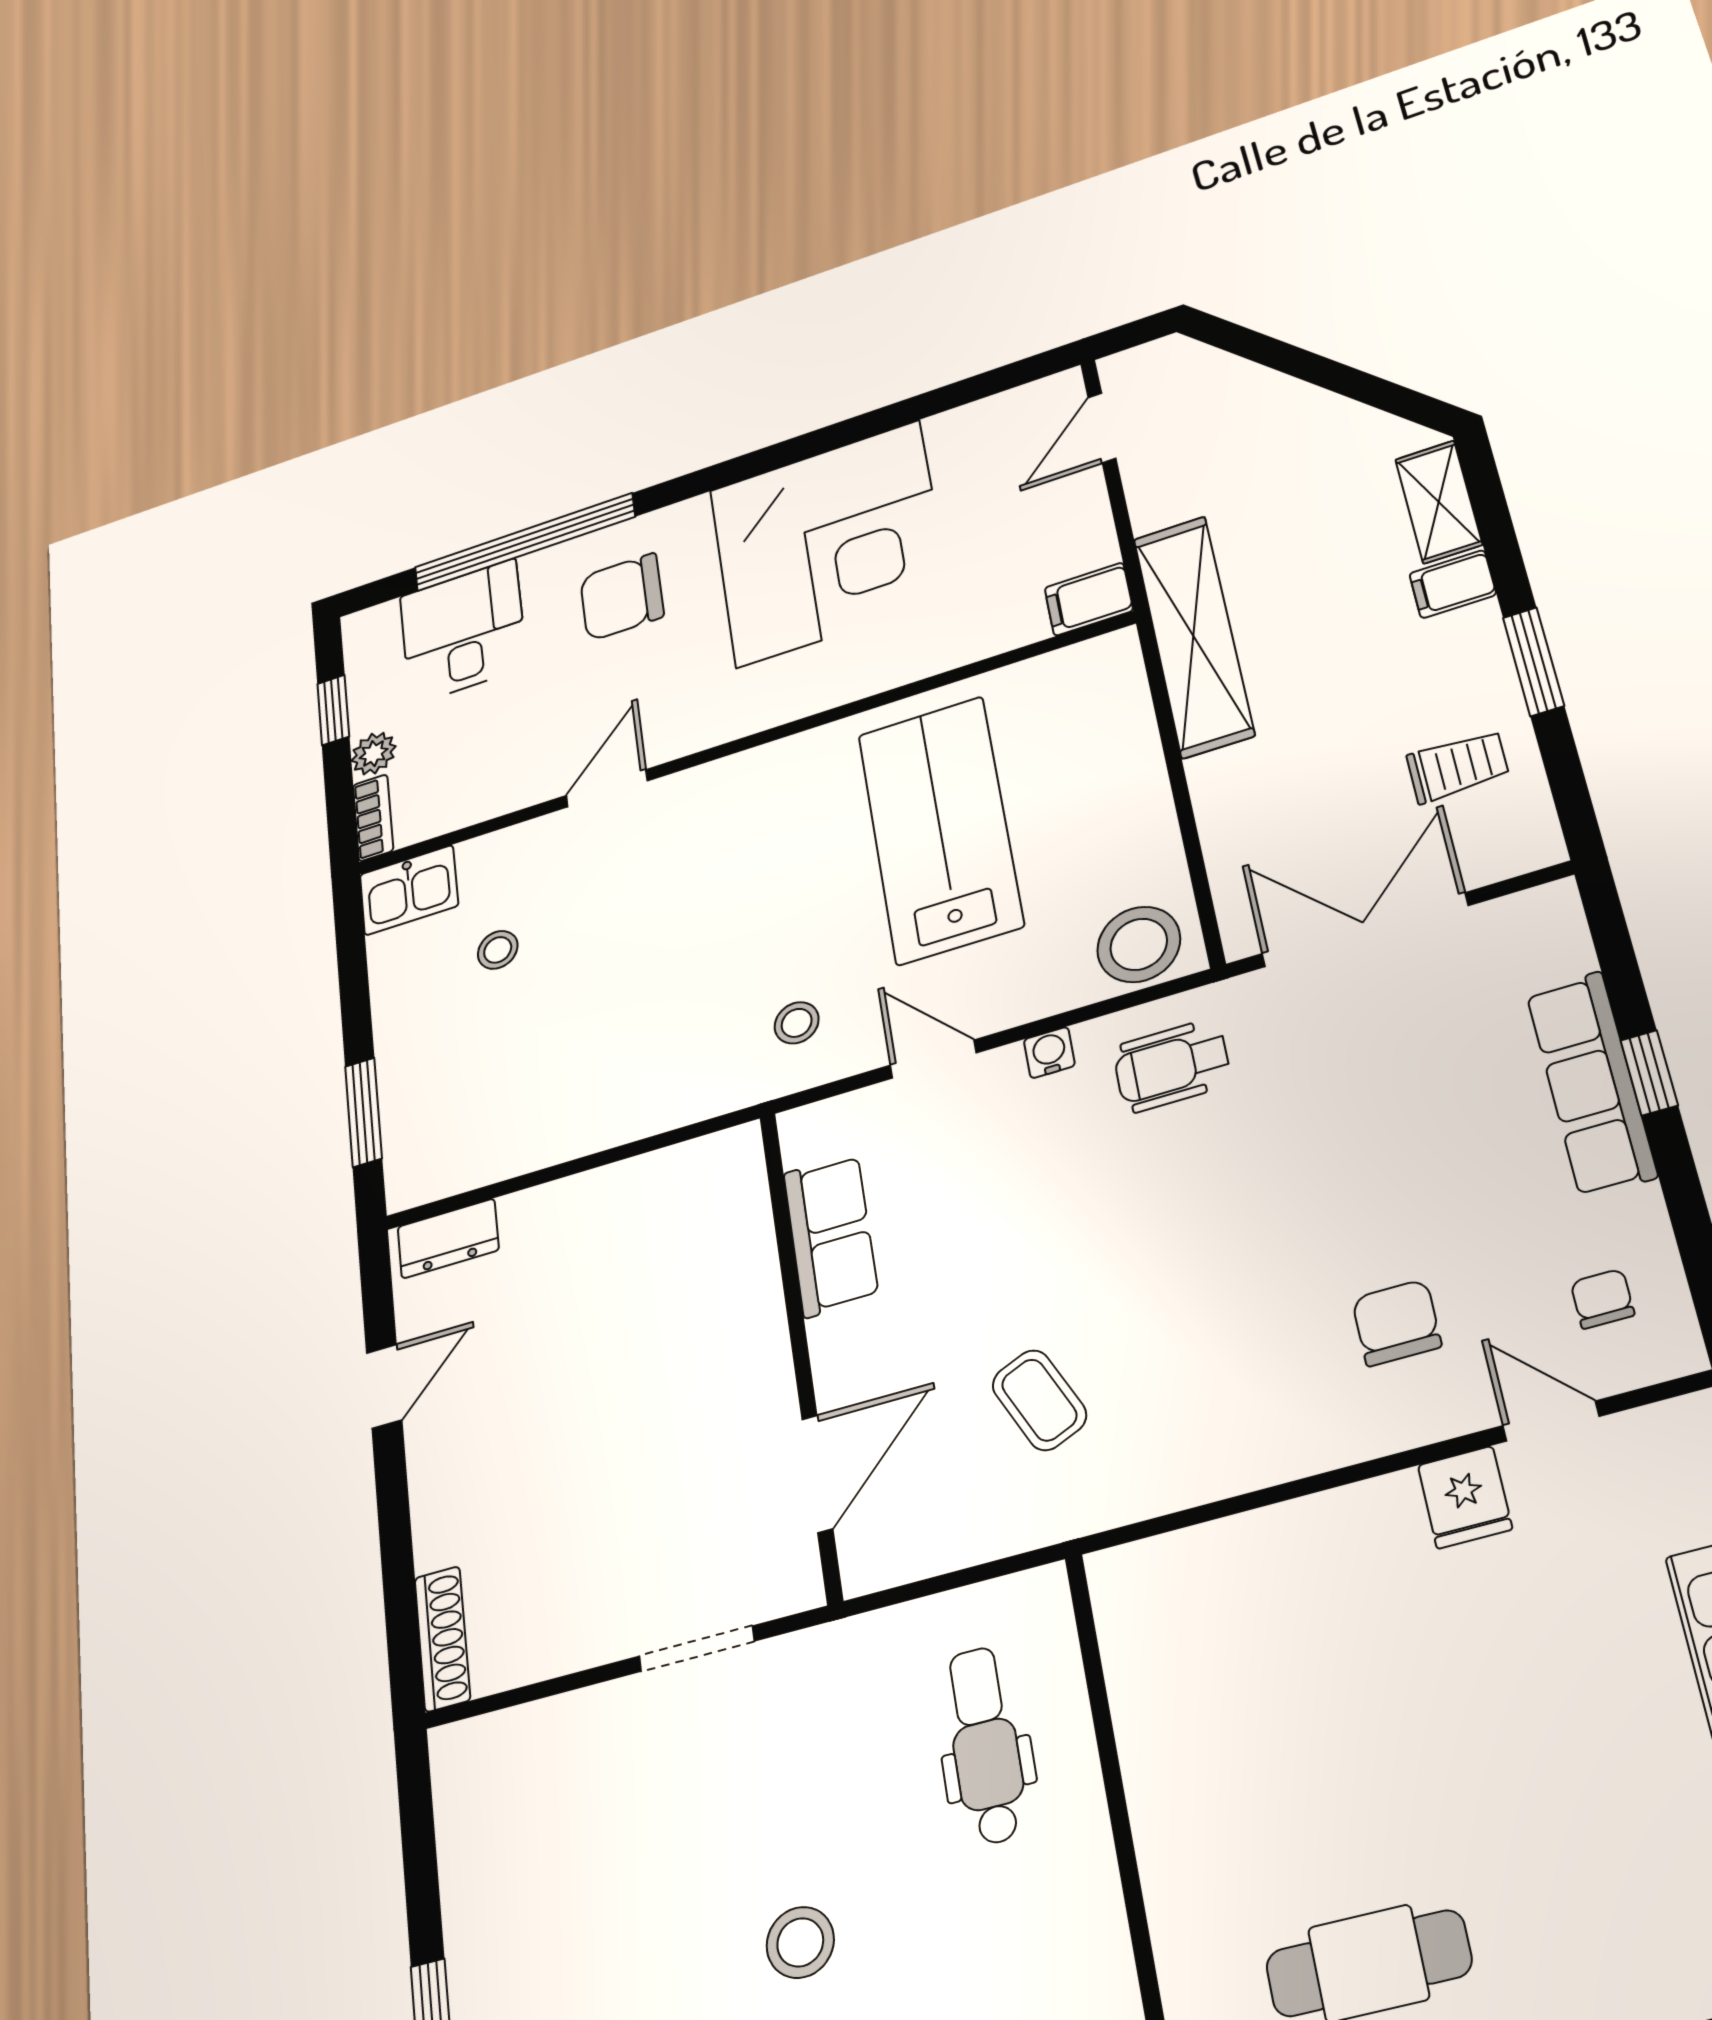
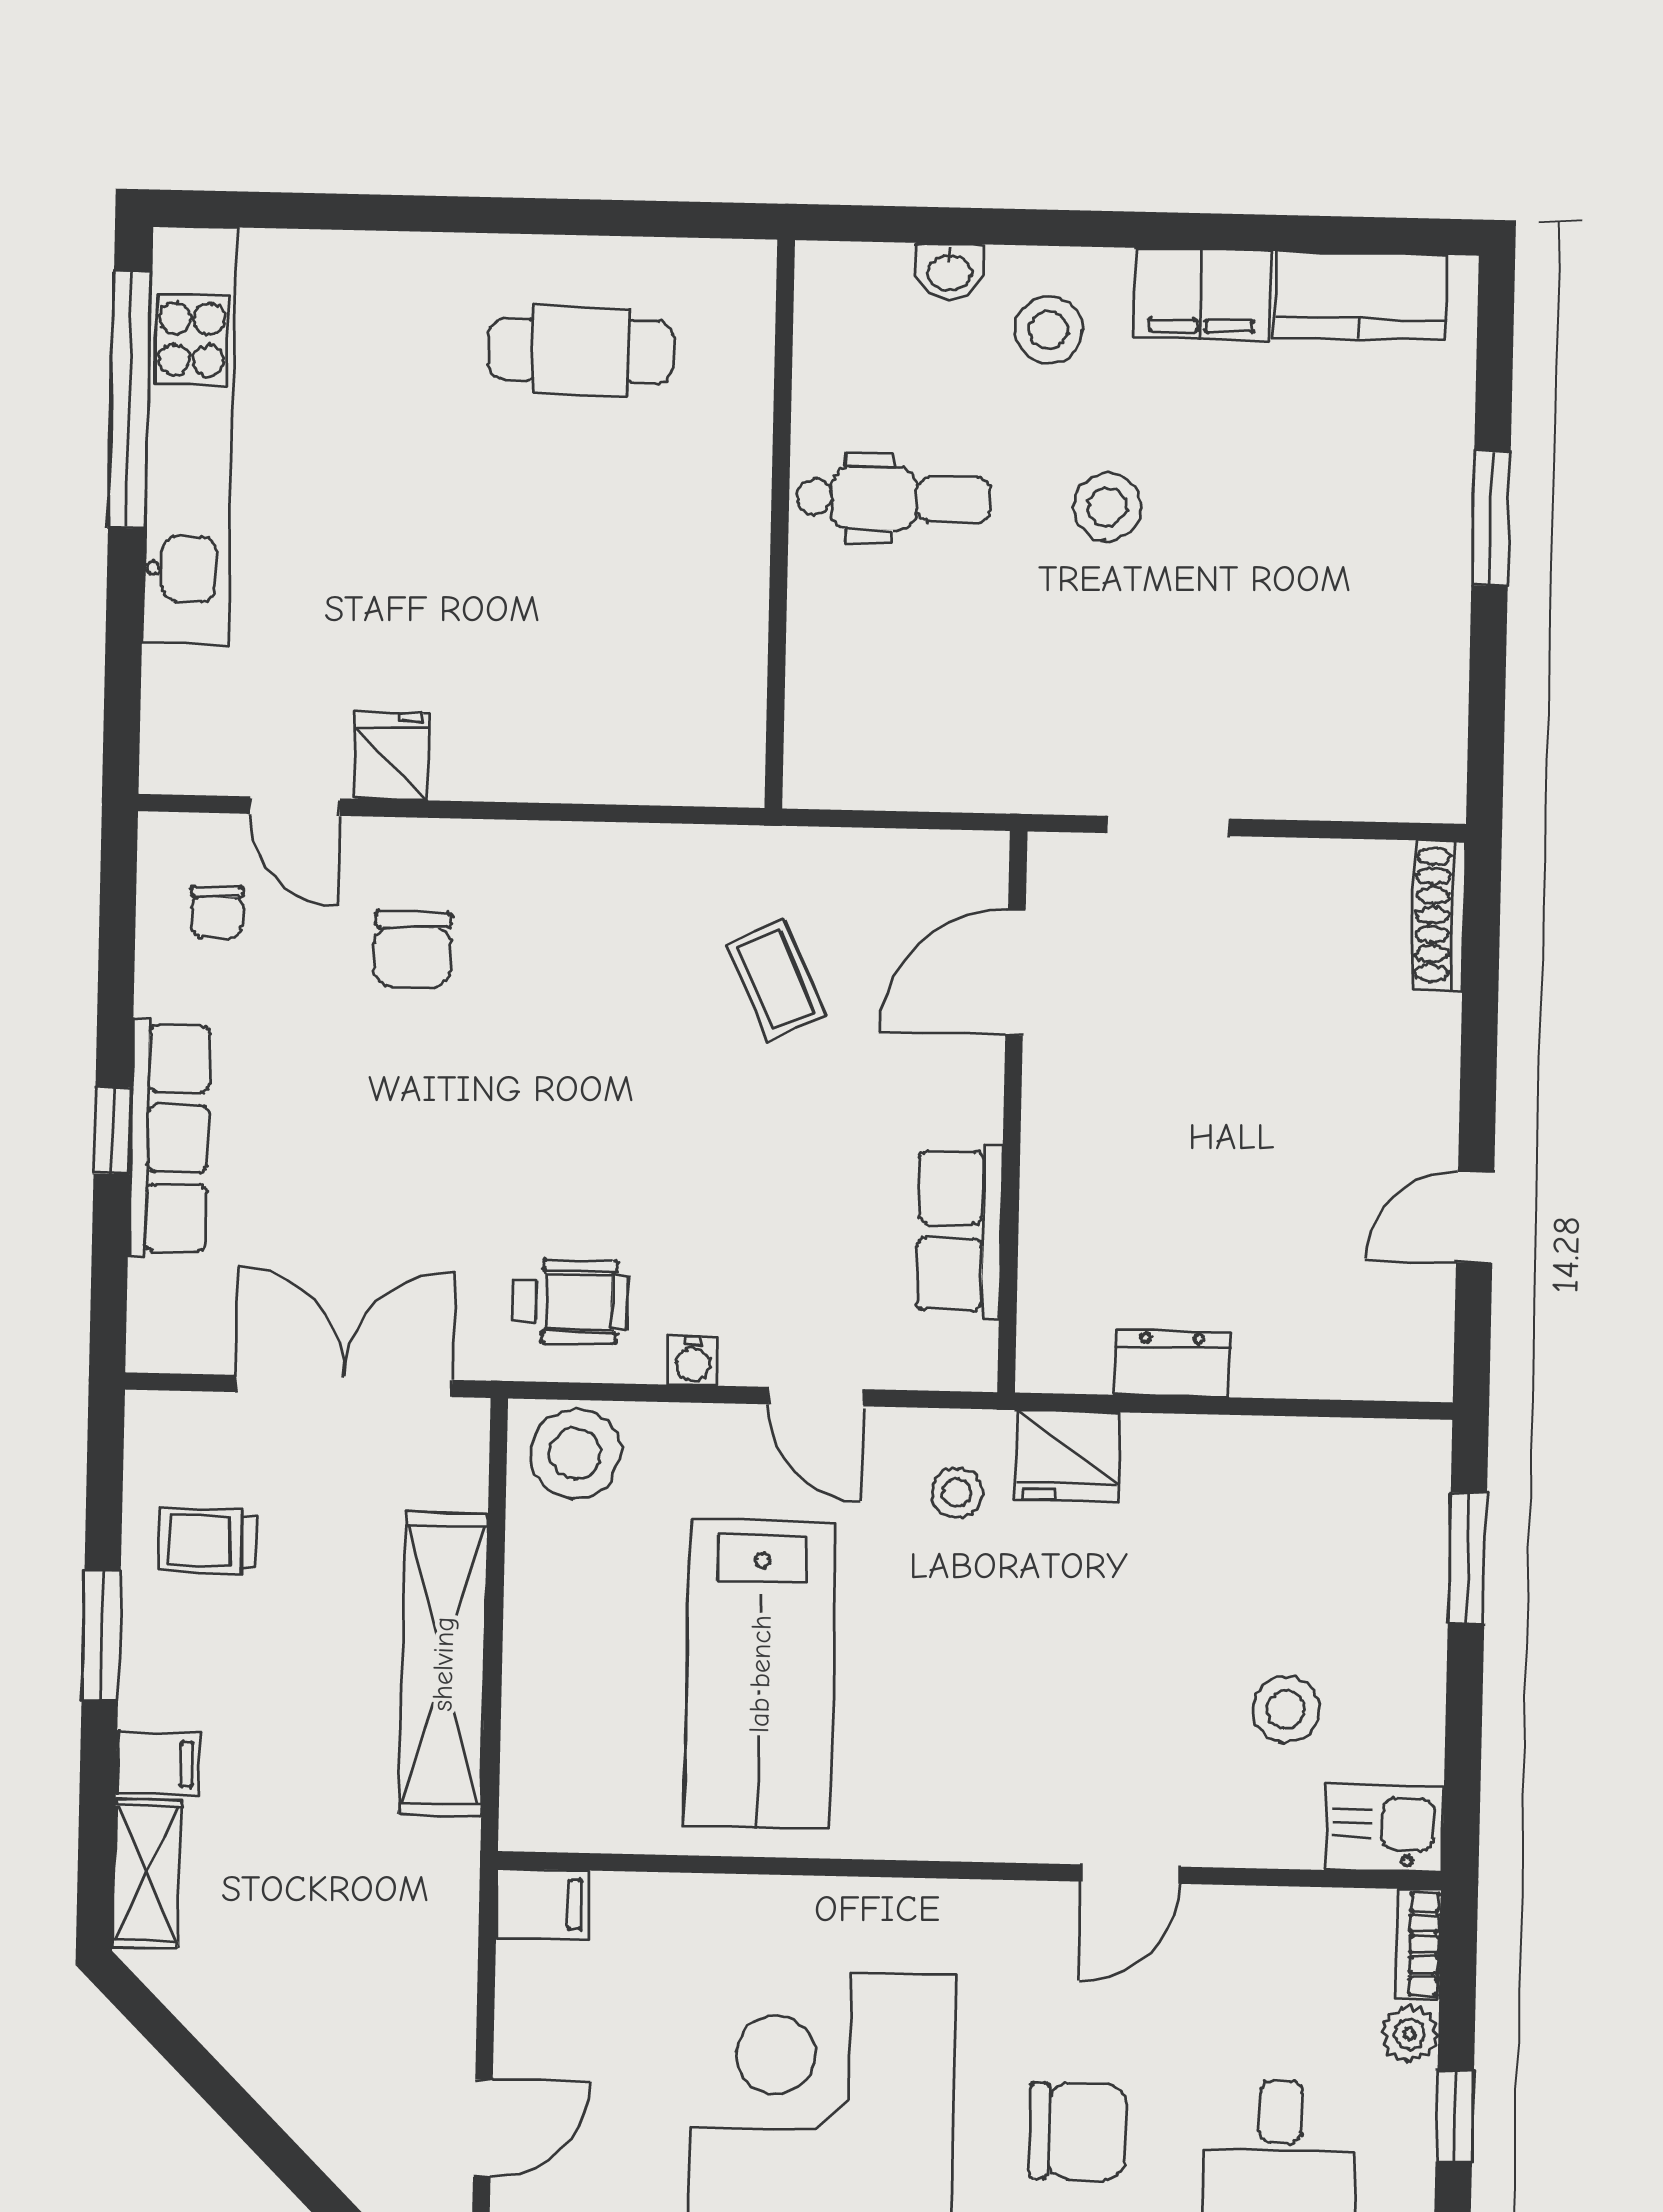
shelving: (1193, 636) -> (443, 1664), moved
double door: (1365, 930) -> (344, 1386), swing flipped
stool: (498, 950) -> (1286, 1709), width x1.37, depth x1.37
fridge: (707, 1083) -> (1067, 1456), added
dresser: (448, 1239) -> (1172, 1364), moved
dental chair: (985, 1745) -> (894, 498), moved, turned -90

